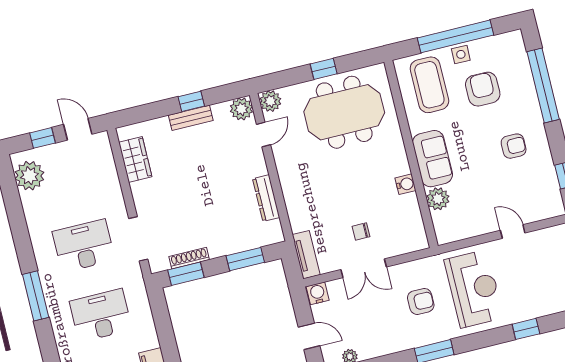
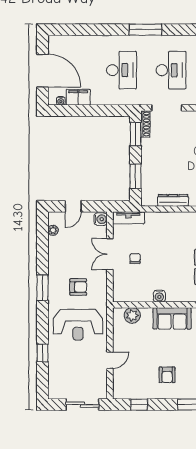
plant: (438, 199) -> (132, 315), moved
shoe rack: (189, 258) -> (145, 124), moved
armchair: (421, 301) -> (78, 287), turned -90

